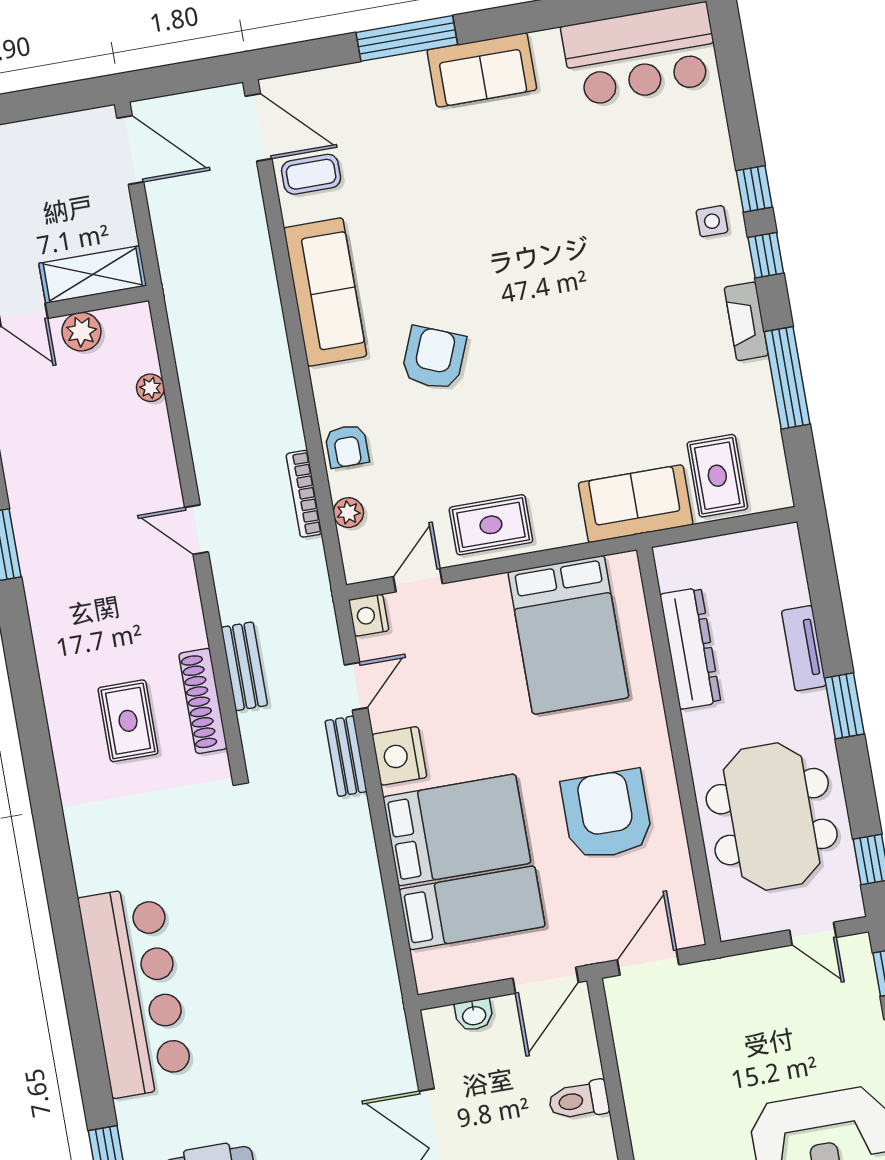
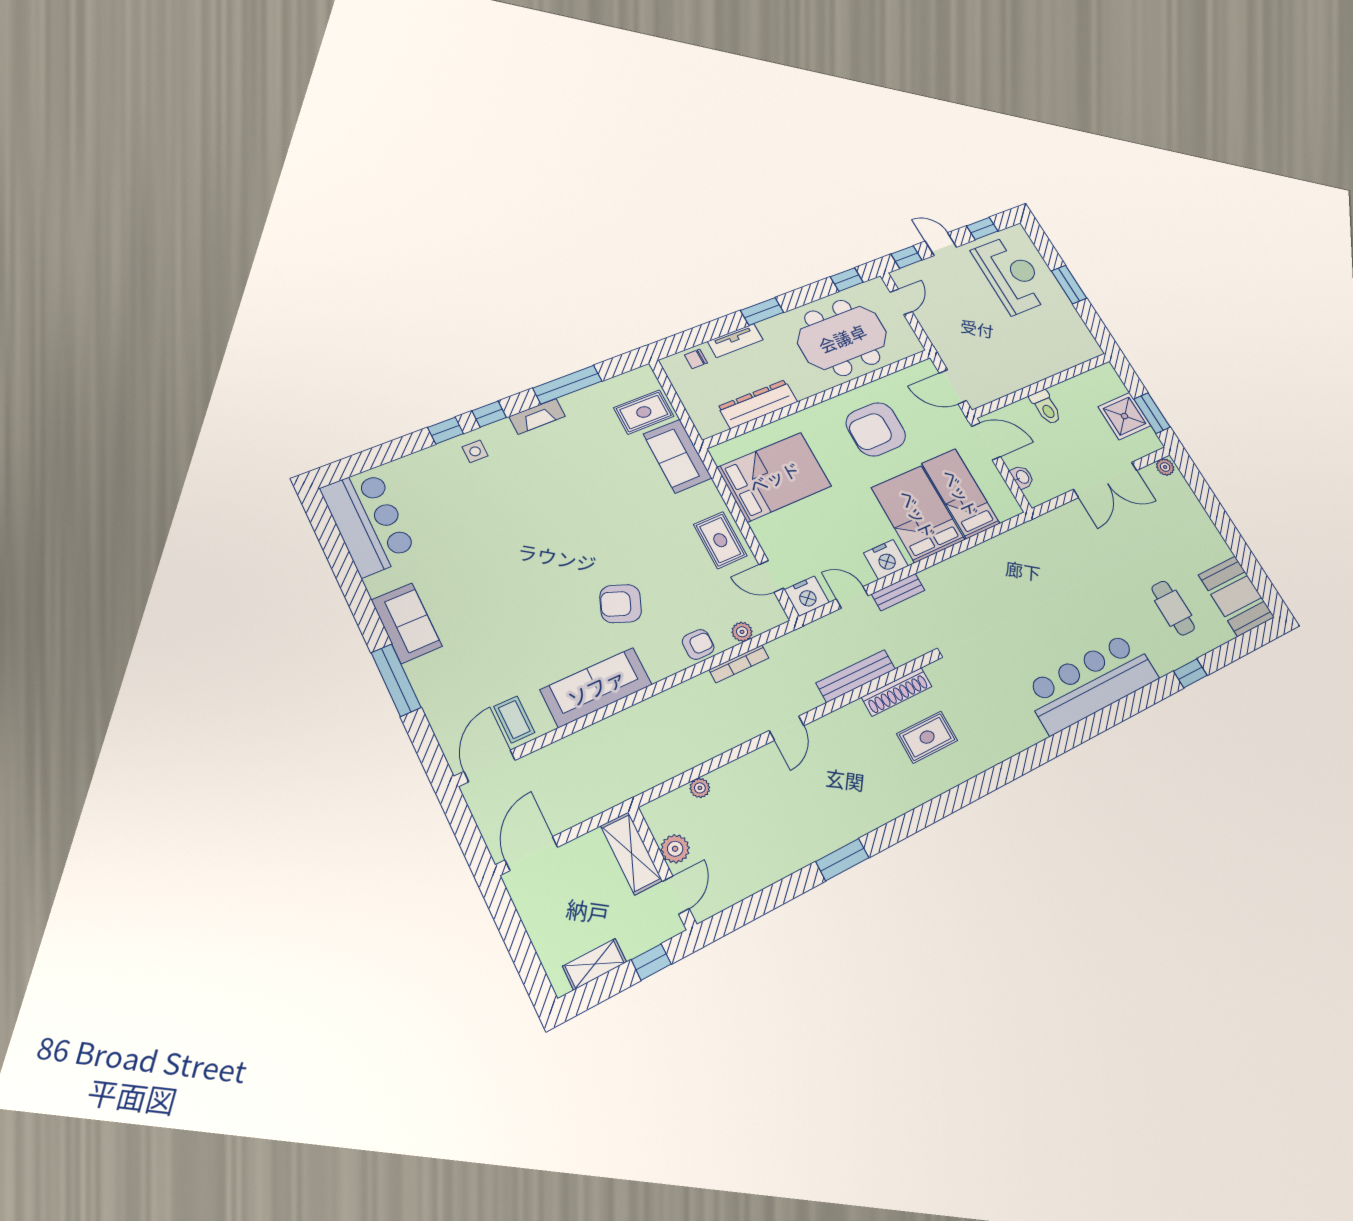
chair: (786, 579) -> (696, 359), added
nightstand: (369, 615) -> (807, 596), width x1.36, depth x1.33
bench: (244, 666) -> (856, 676), width x1.36

